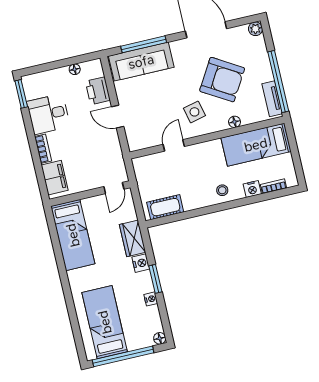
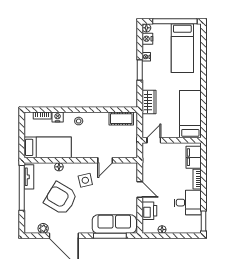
plant: (255, 29) -> (43, 228), moved
nightstand: (141, 263) -> (147, 39), moved

